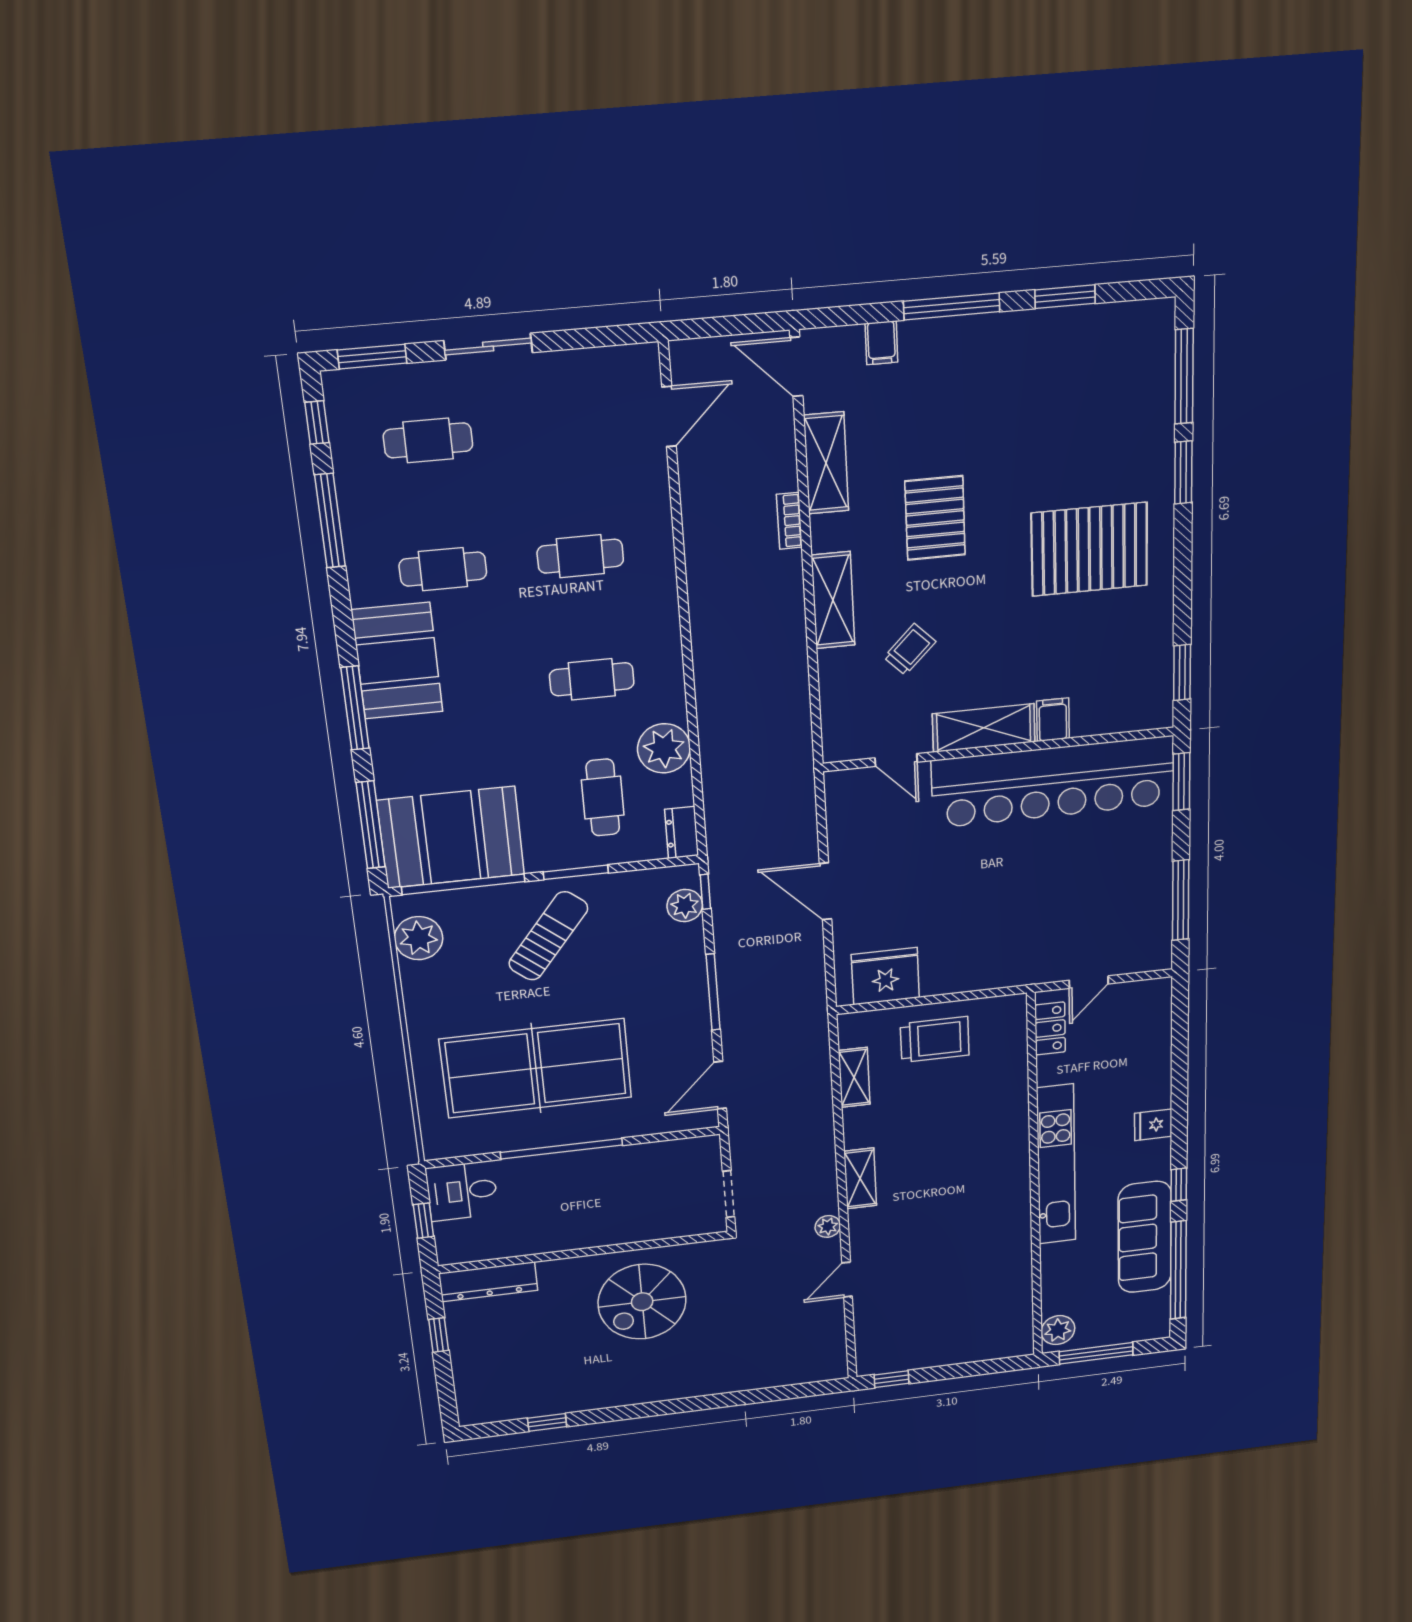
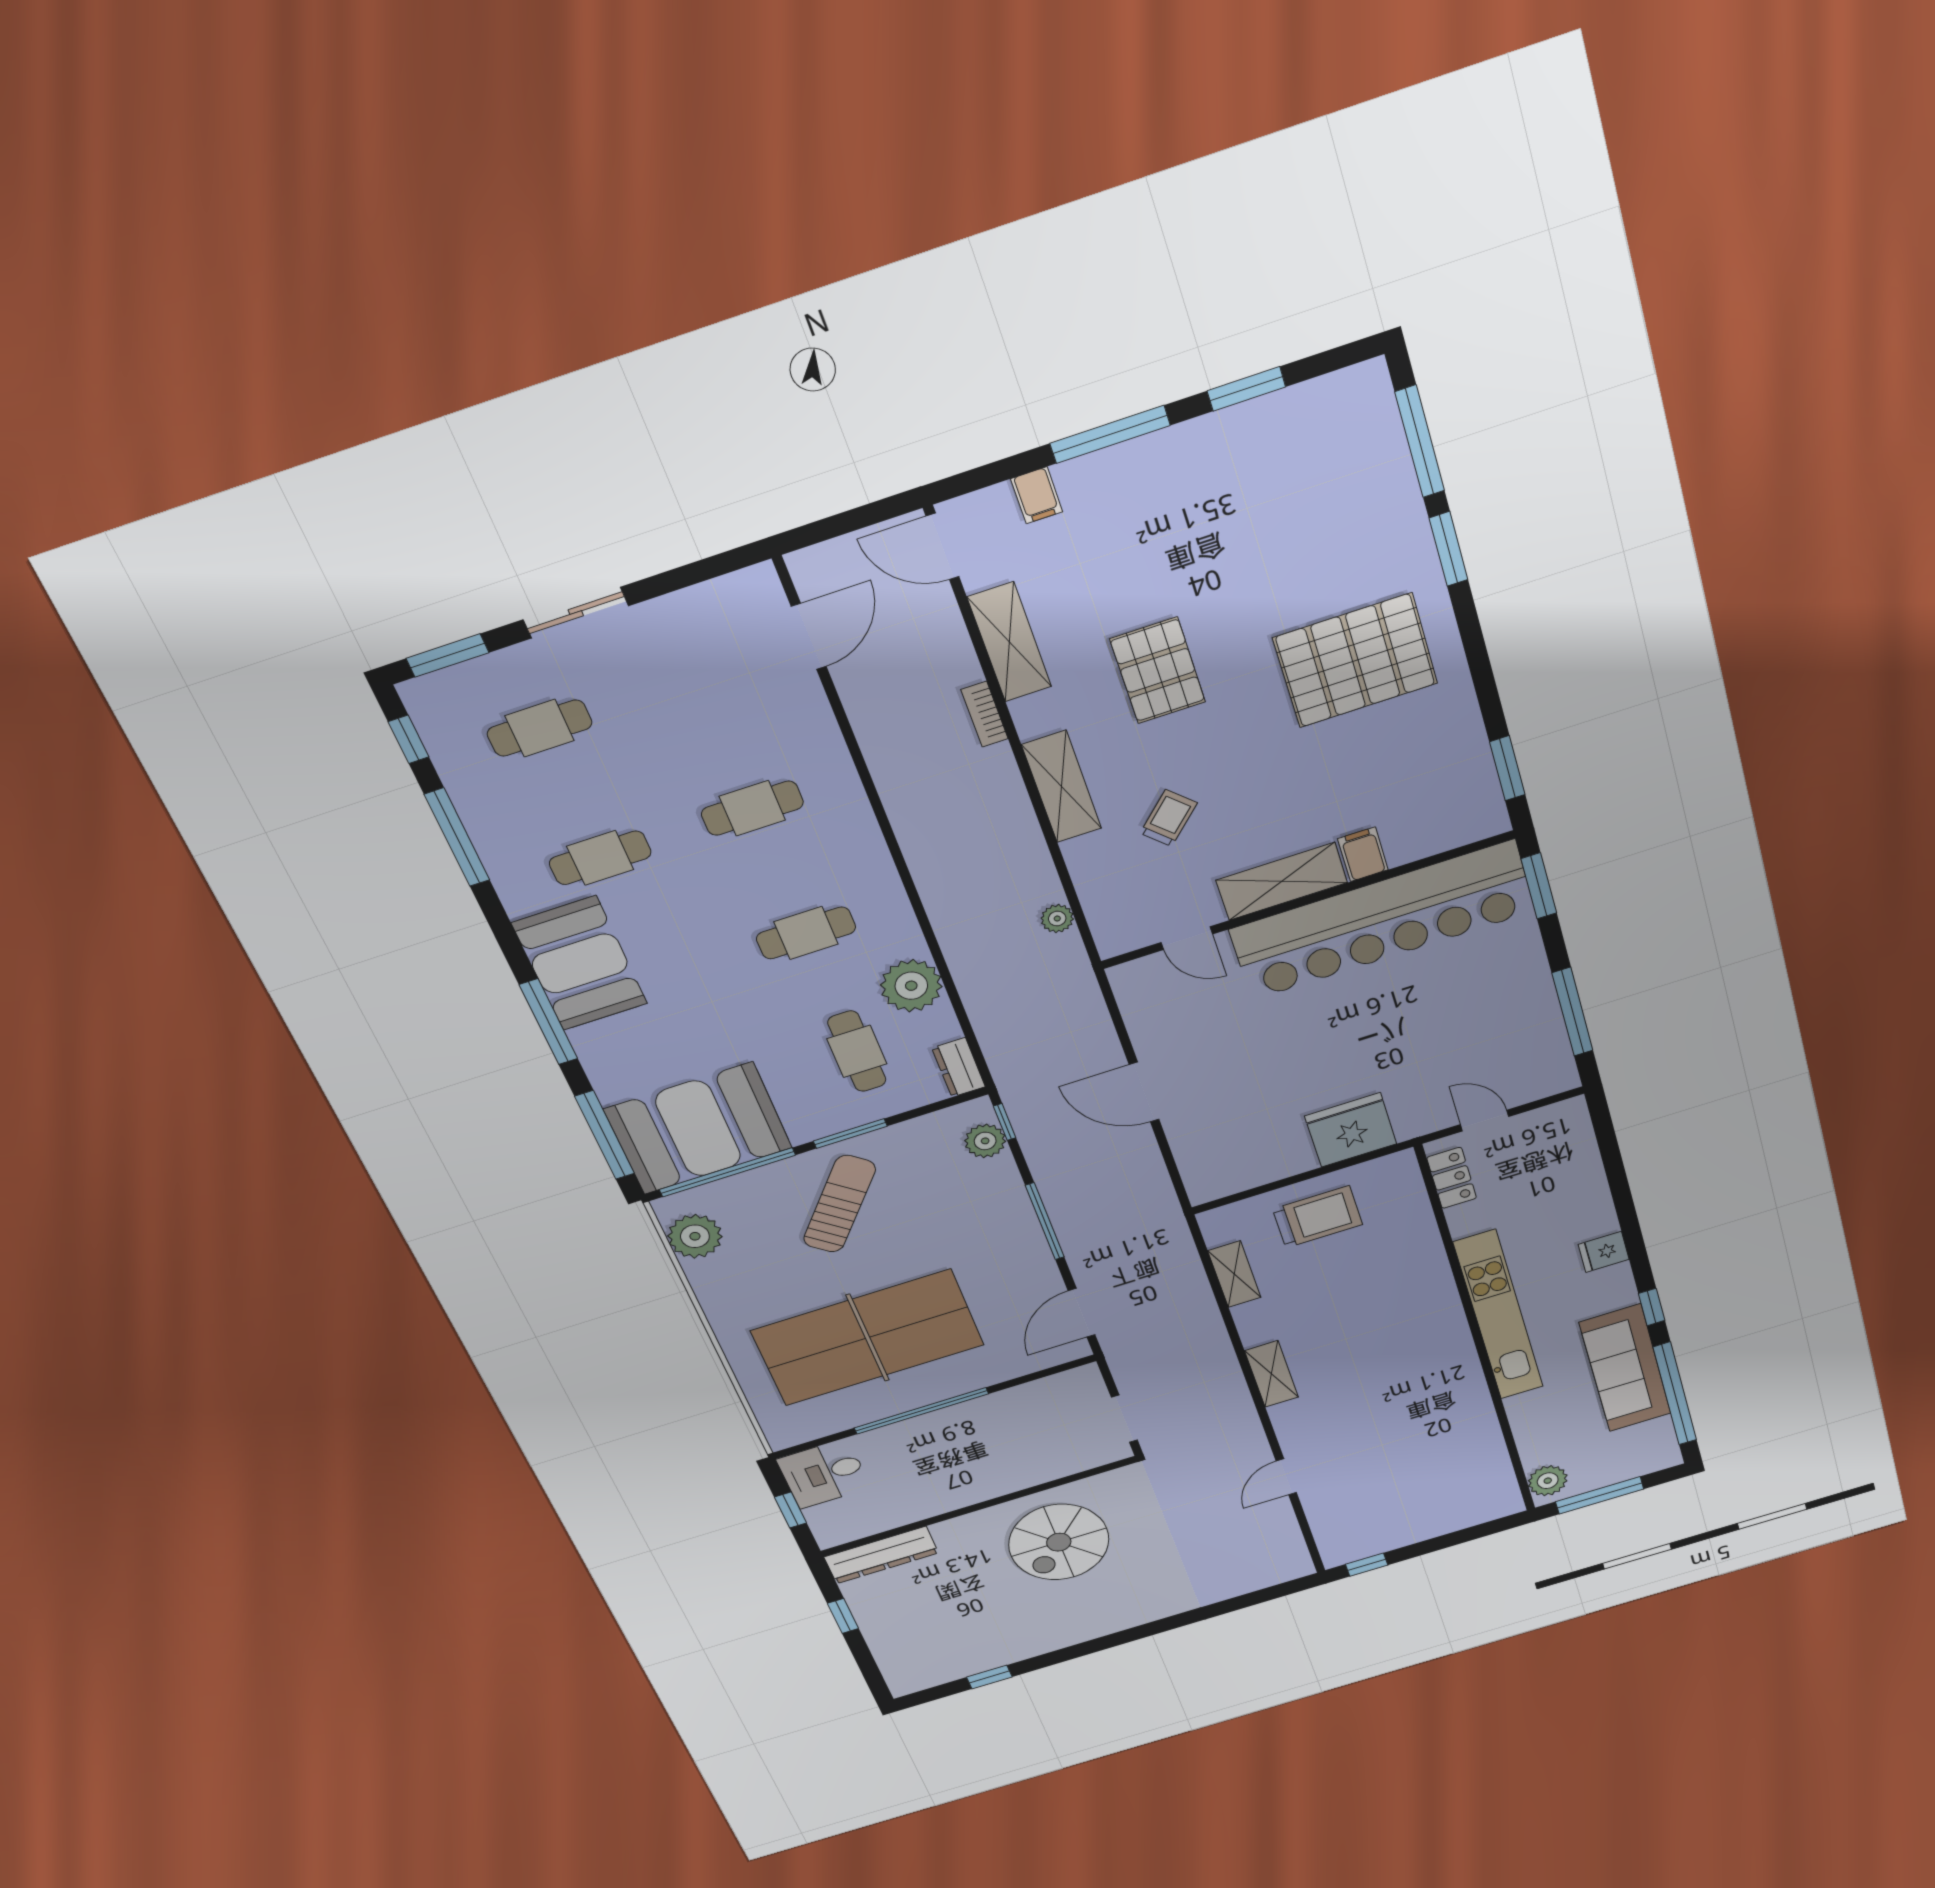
fridge: (885, 976) -> (1351, 1130), moved
door: (1089, 982) -> (1485, 1121), swing flipped
plant: (828, 1226) -> (1057, 919), moved

